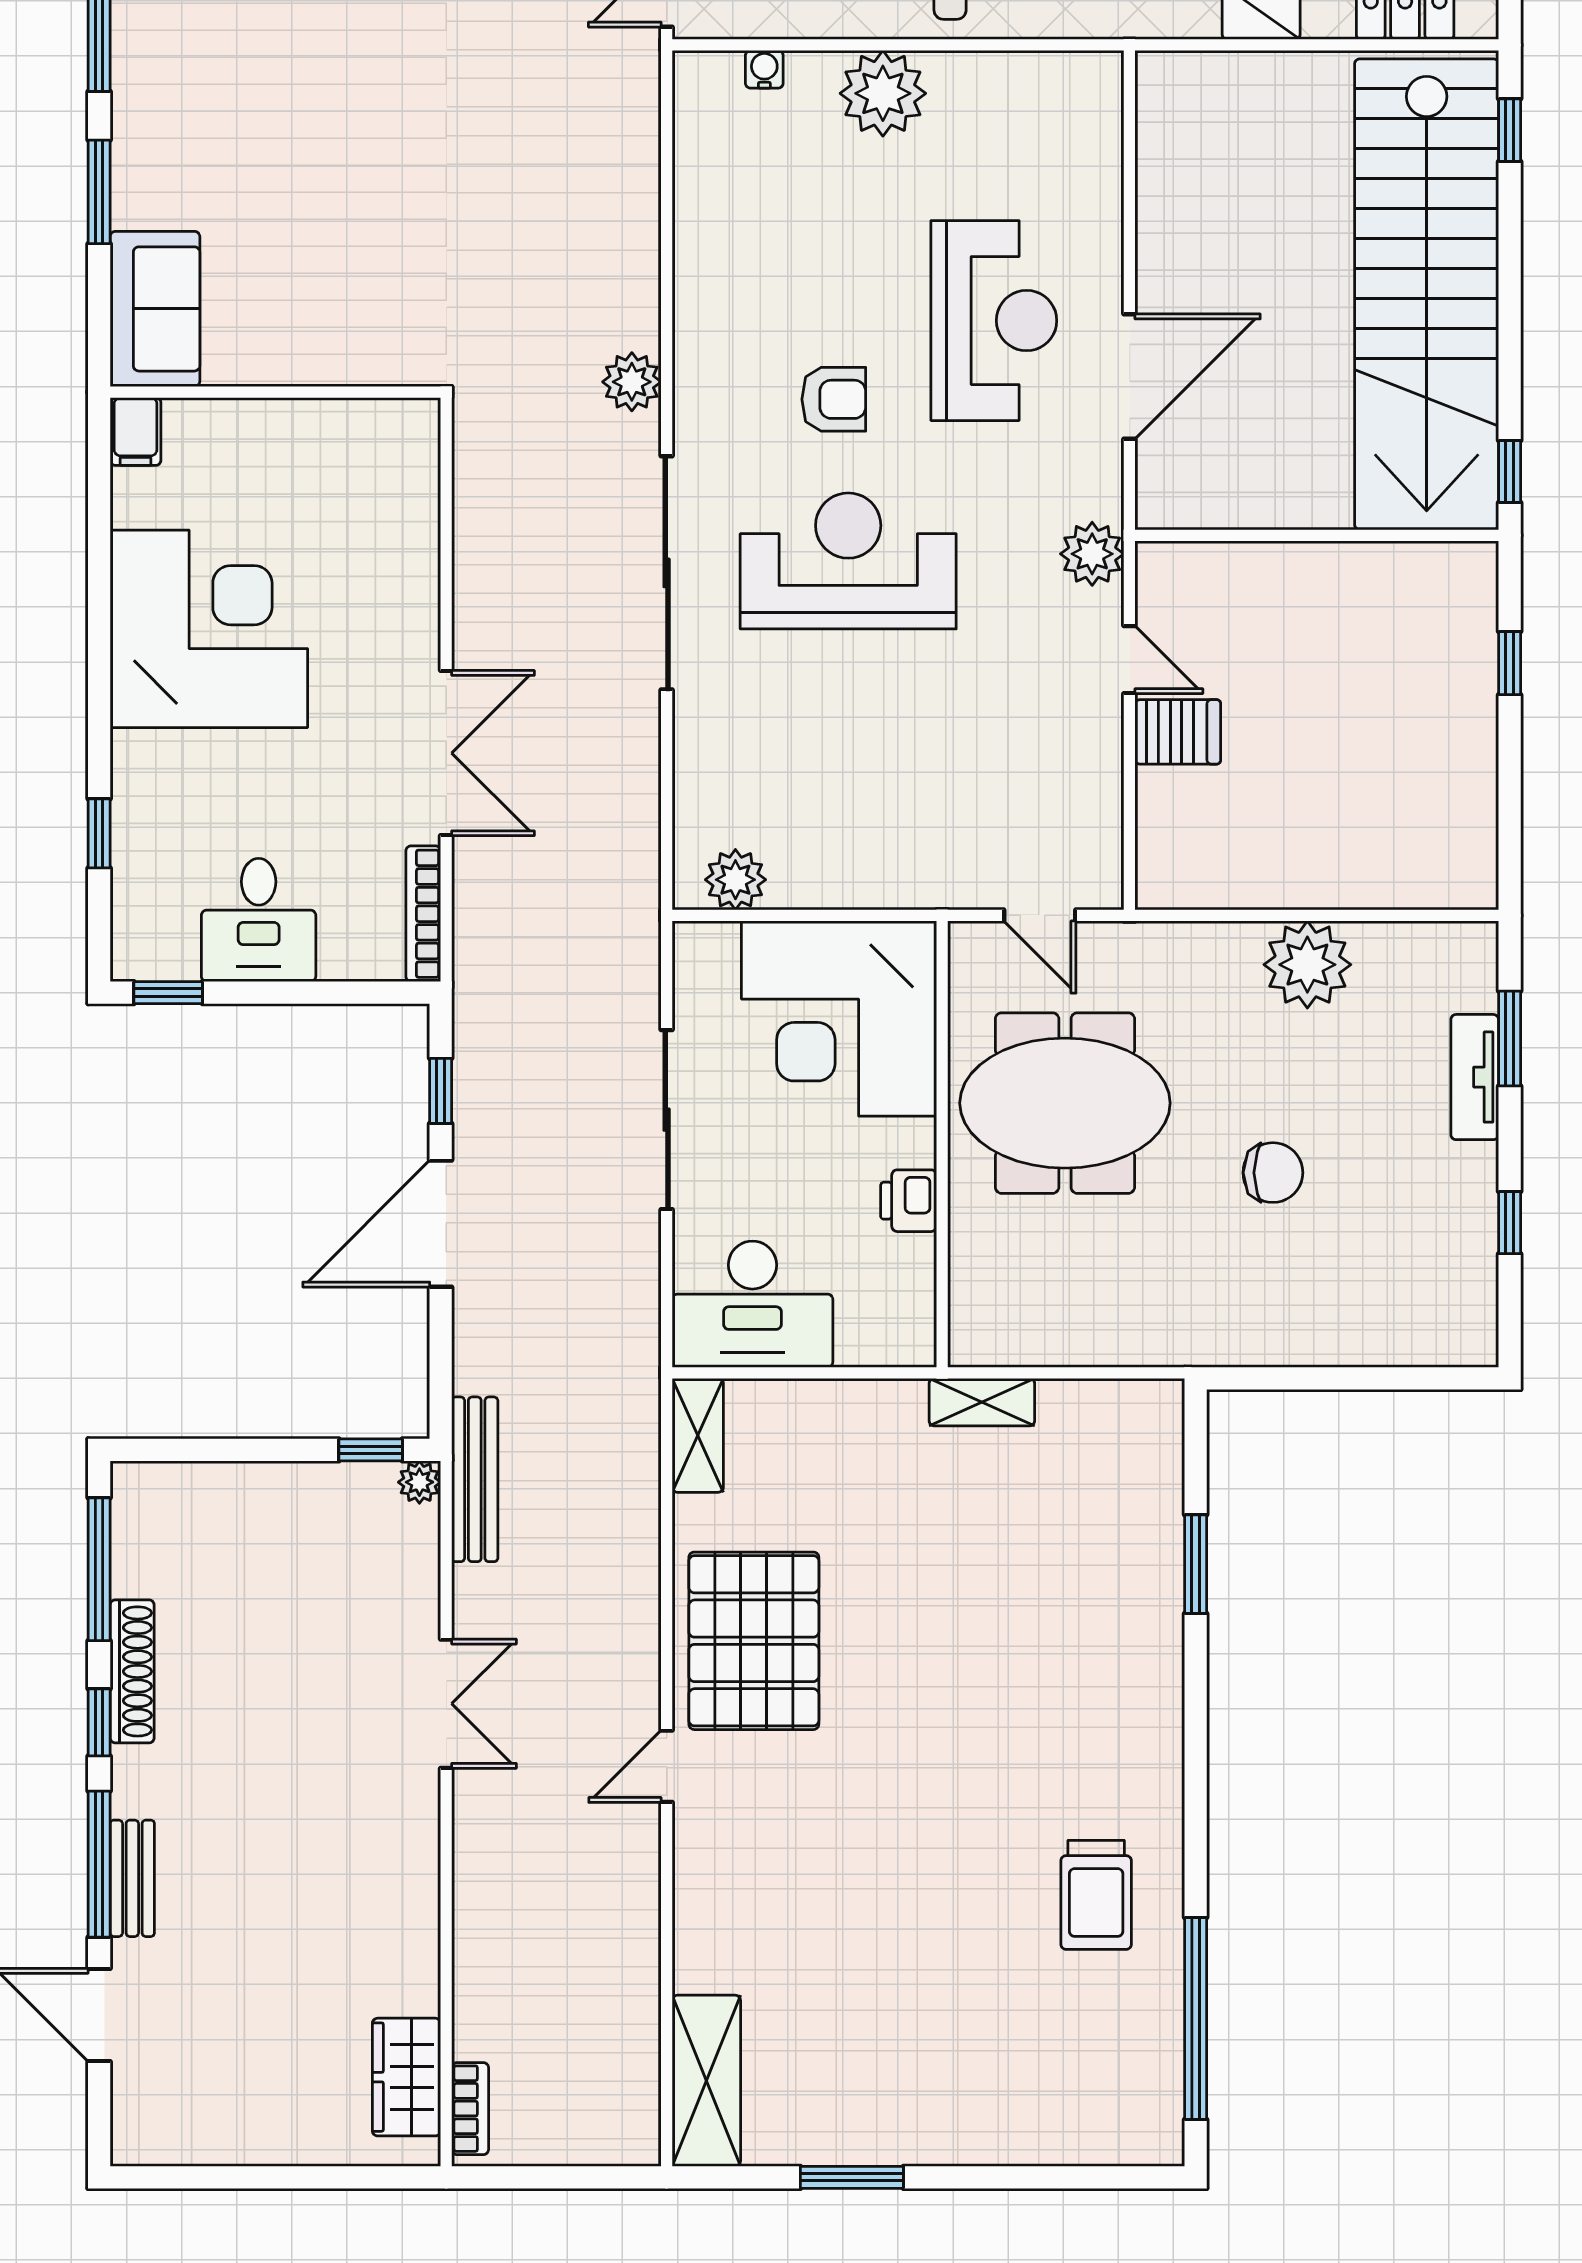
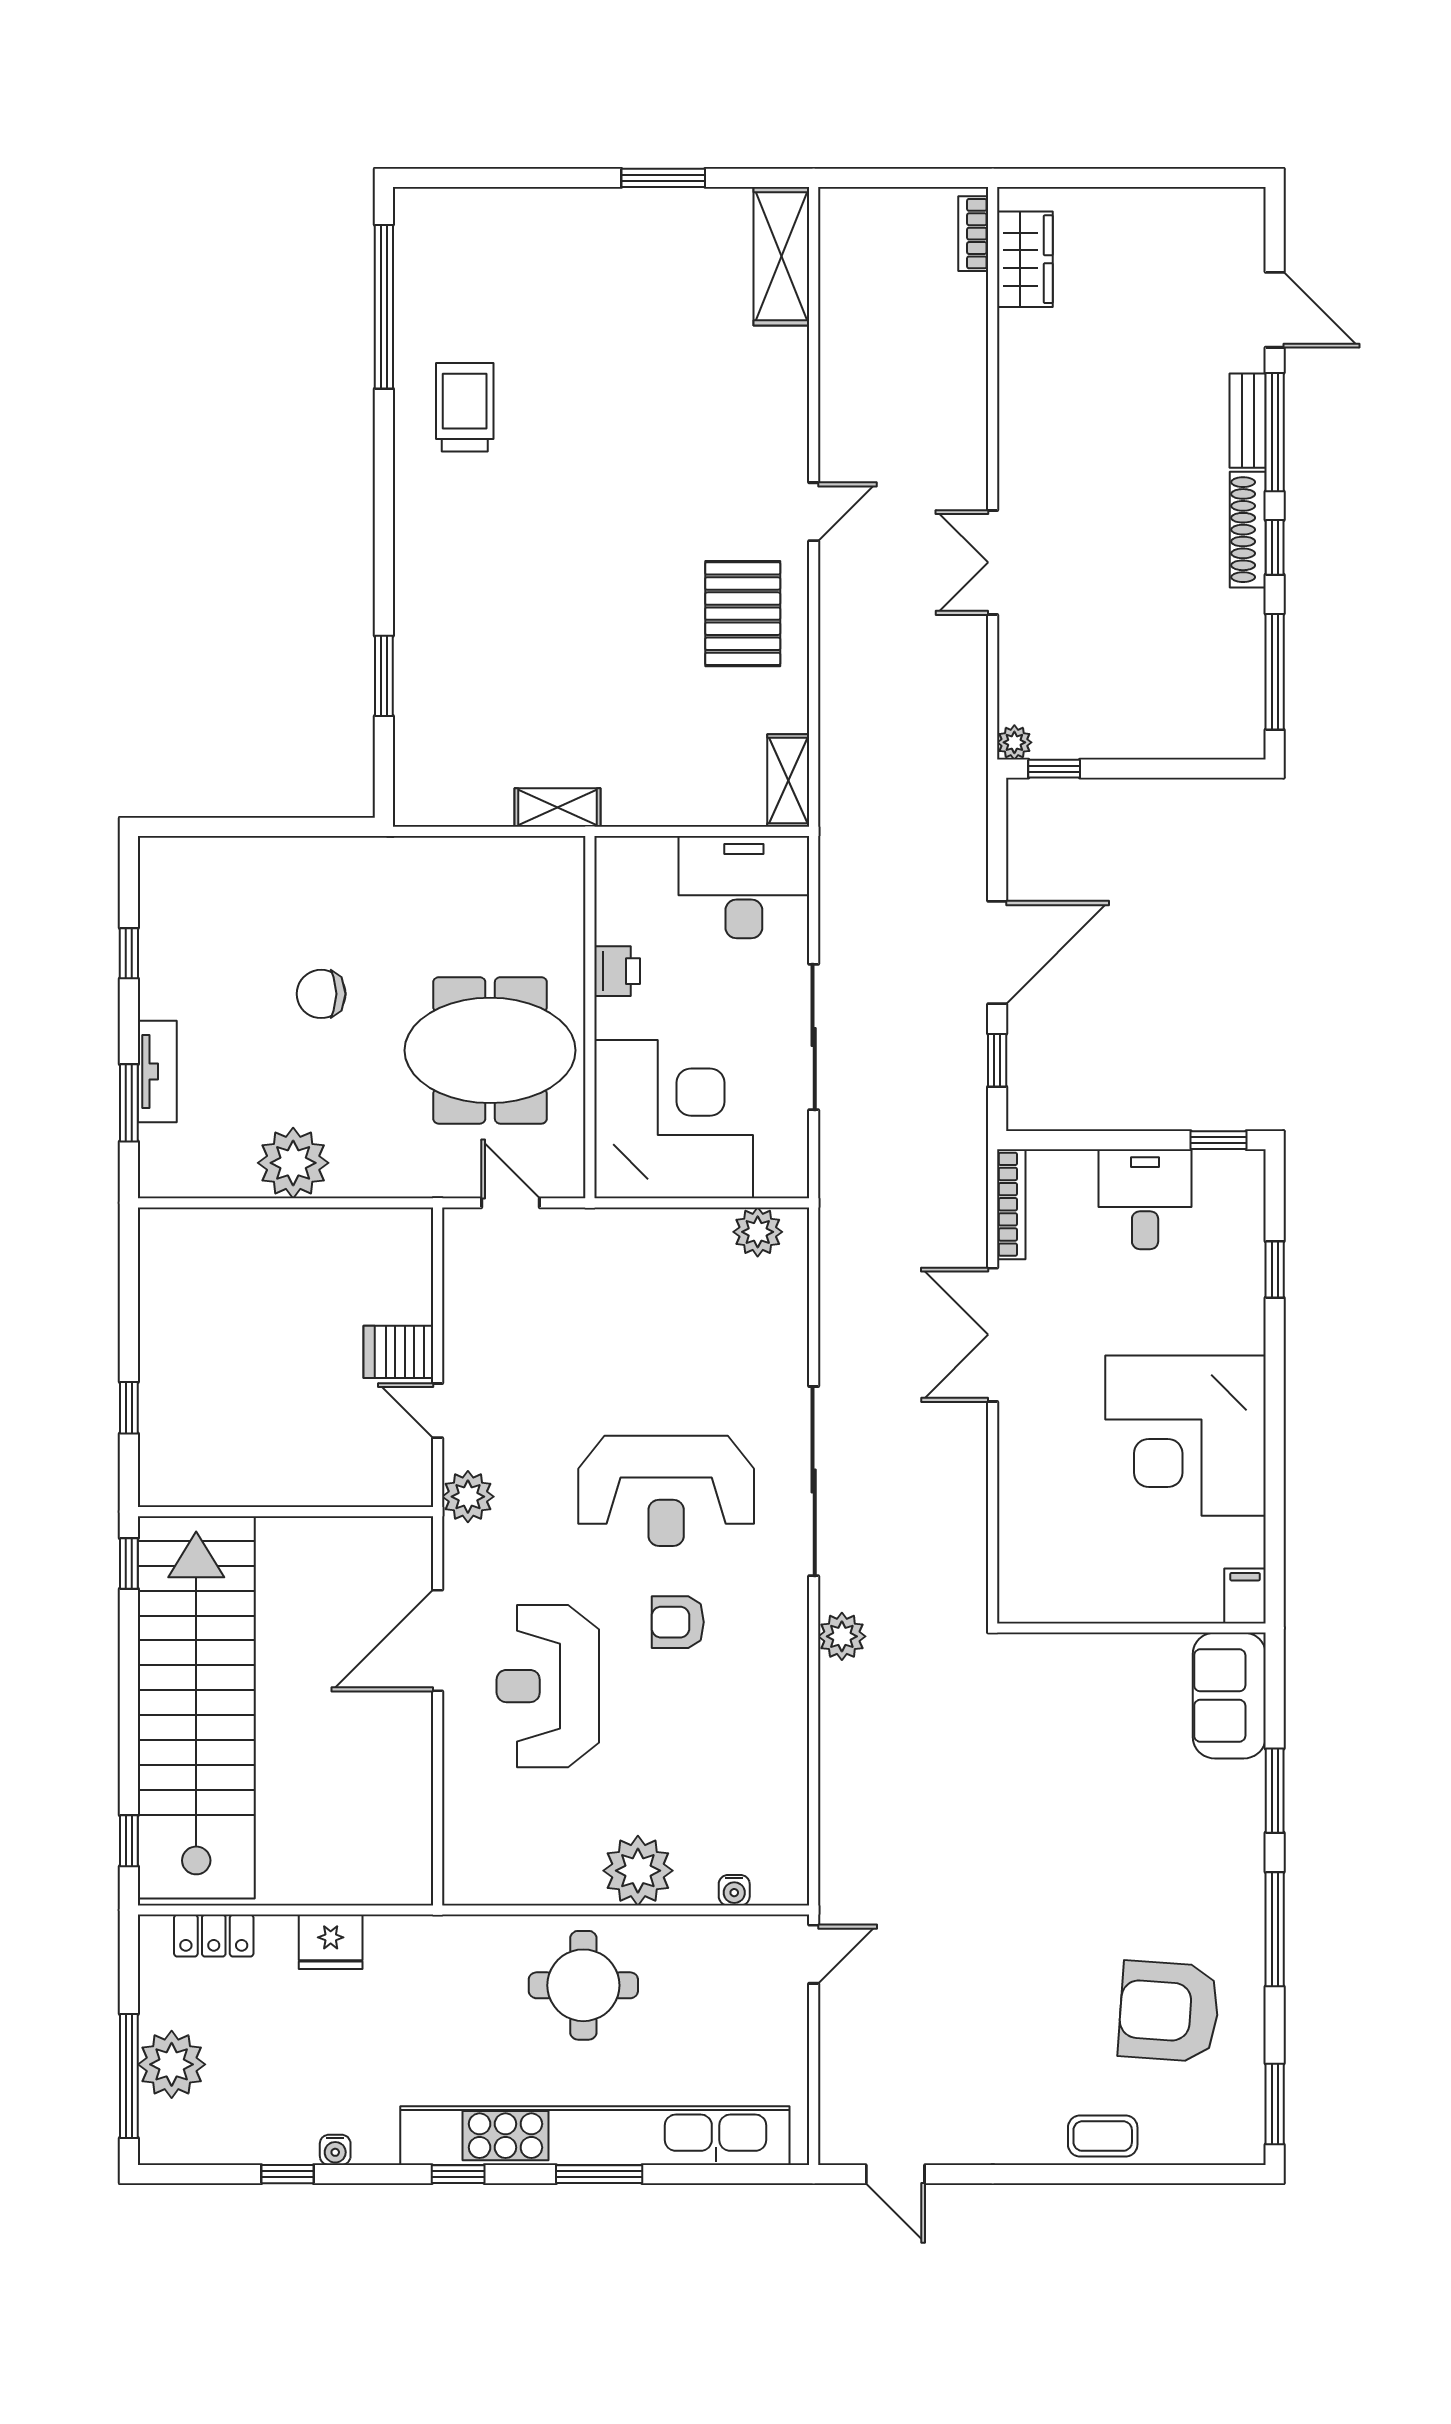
bench: (475, 1479) -> (969, 745), removed
pallet: (754, 1641) -> (743, 614), width x0.73, depth x0.71
shoe rack: (132, 1671) -> (1248, 530), moved

